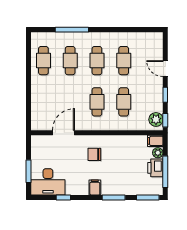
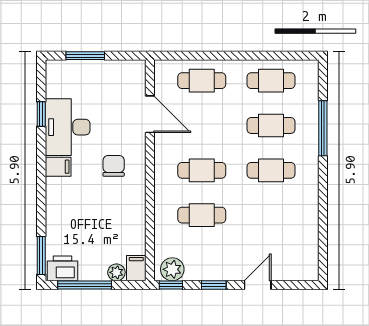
cafe table: (124, 61) -> (202, 81), moved
printer: (155, 168) -> (62, 268), moved
desk: (48, 182) -> (68, 127), moved
window: (114, 198) -> (41, 198), removed

